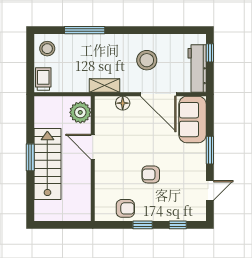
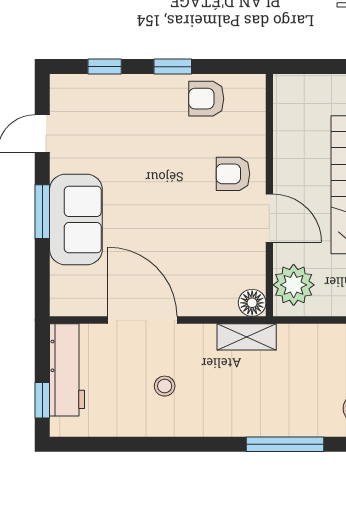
stool: (147, 60) -> (165, 386), width x0.53, depth x0.53
floor lamp: (123, 103) -> (252, 303), moved
sofa: (193, 120) -> (76, 220), moved
armchair: (151, 174) -> (233, 174), moved, turned 180

